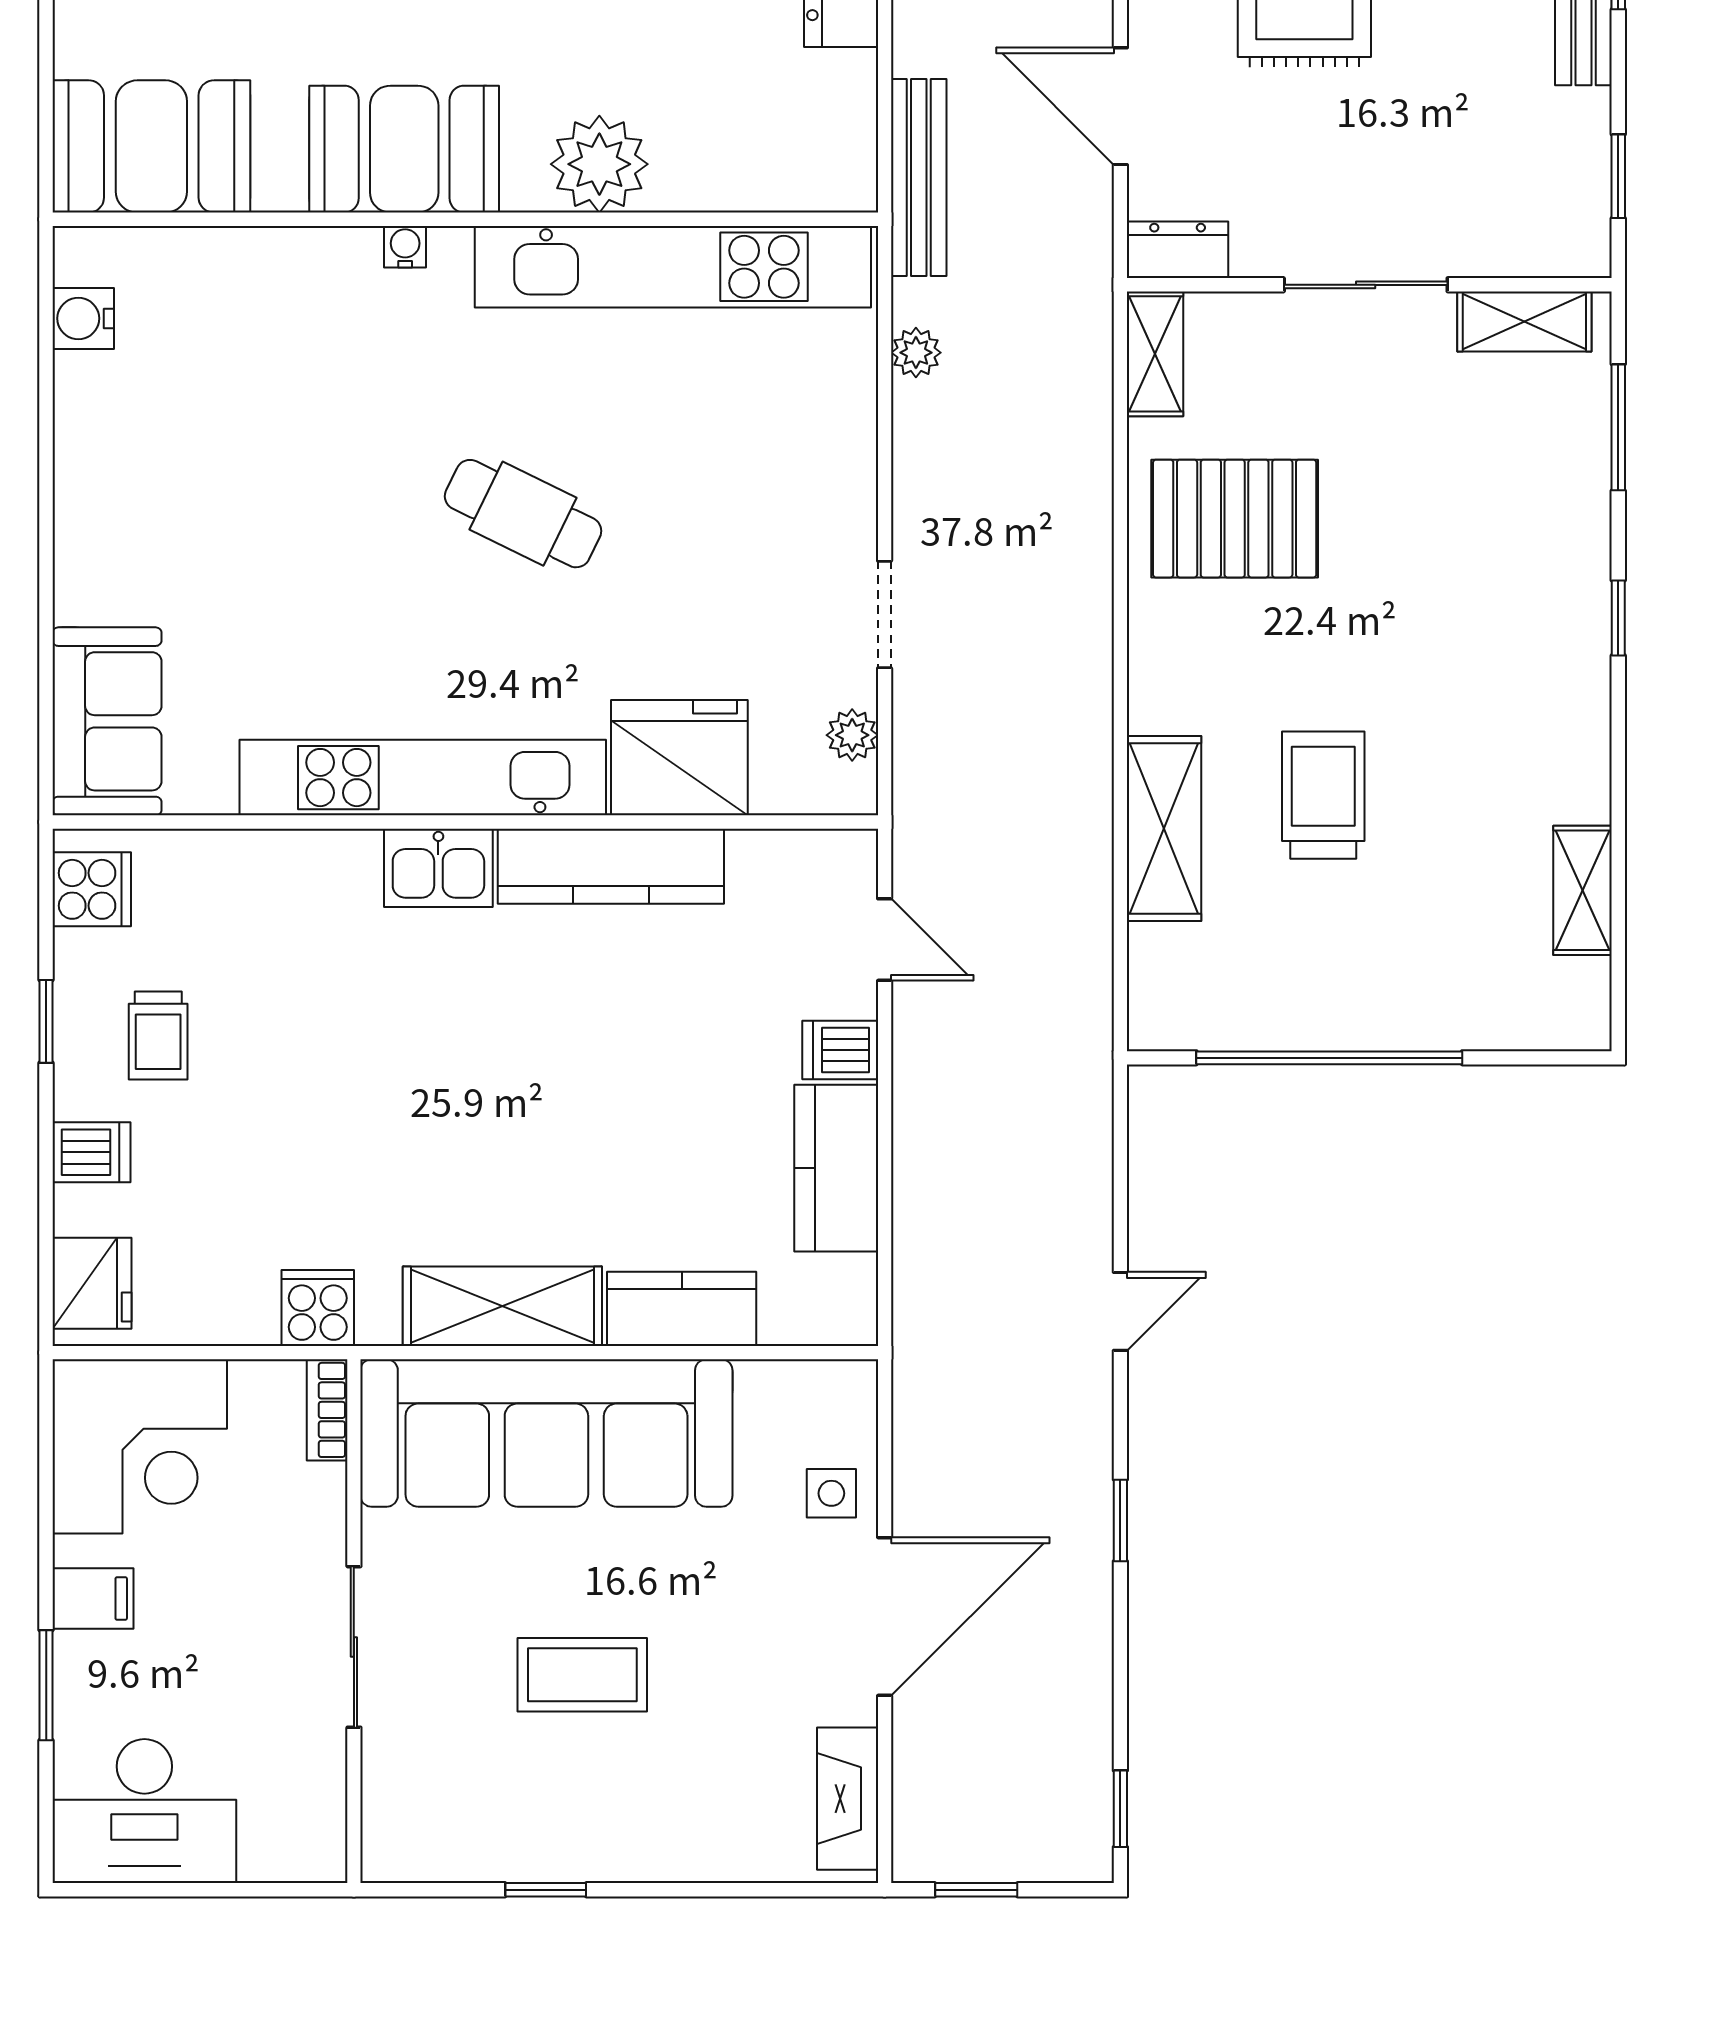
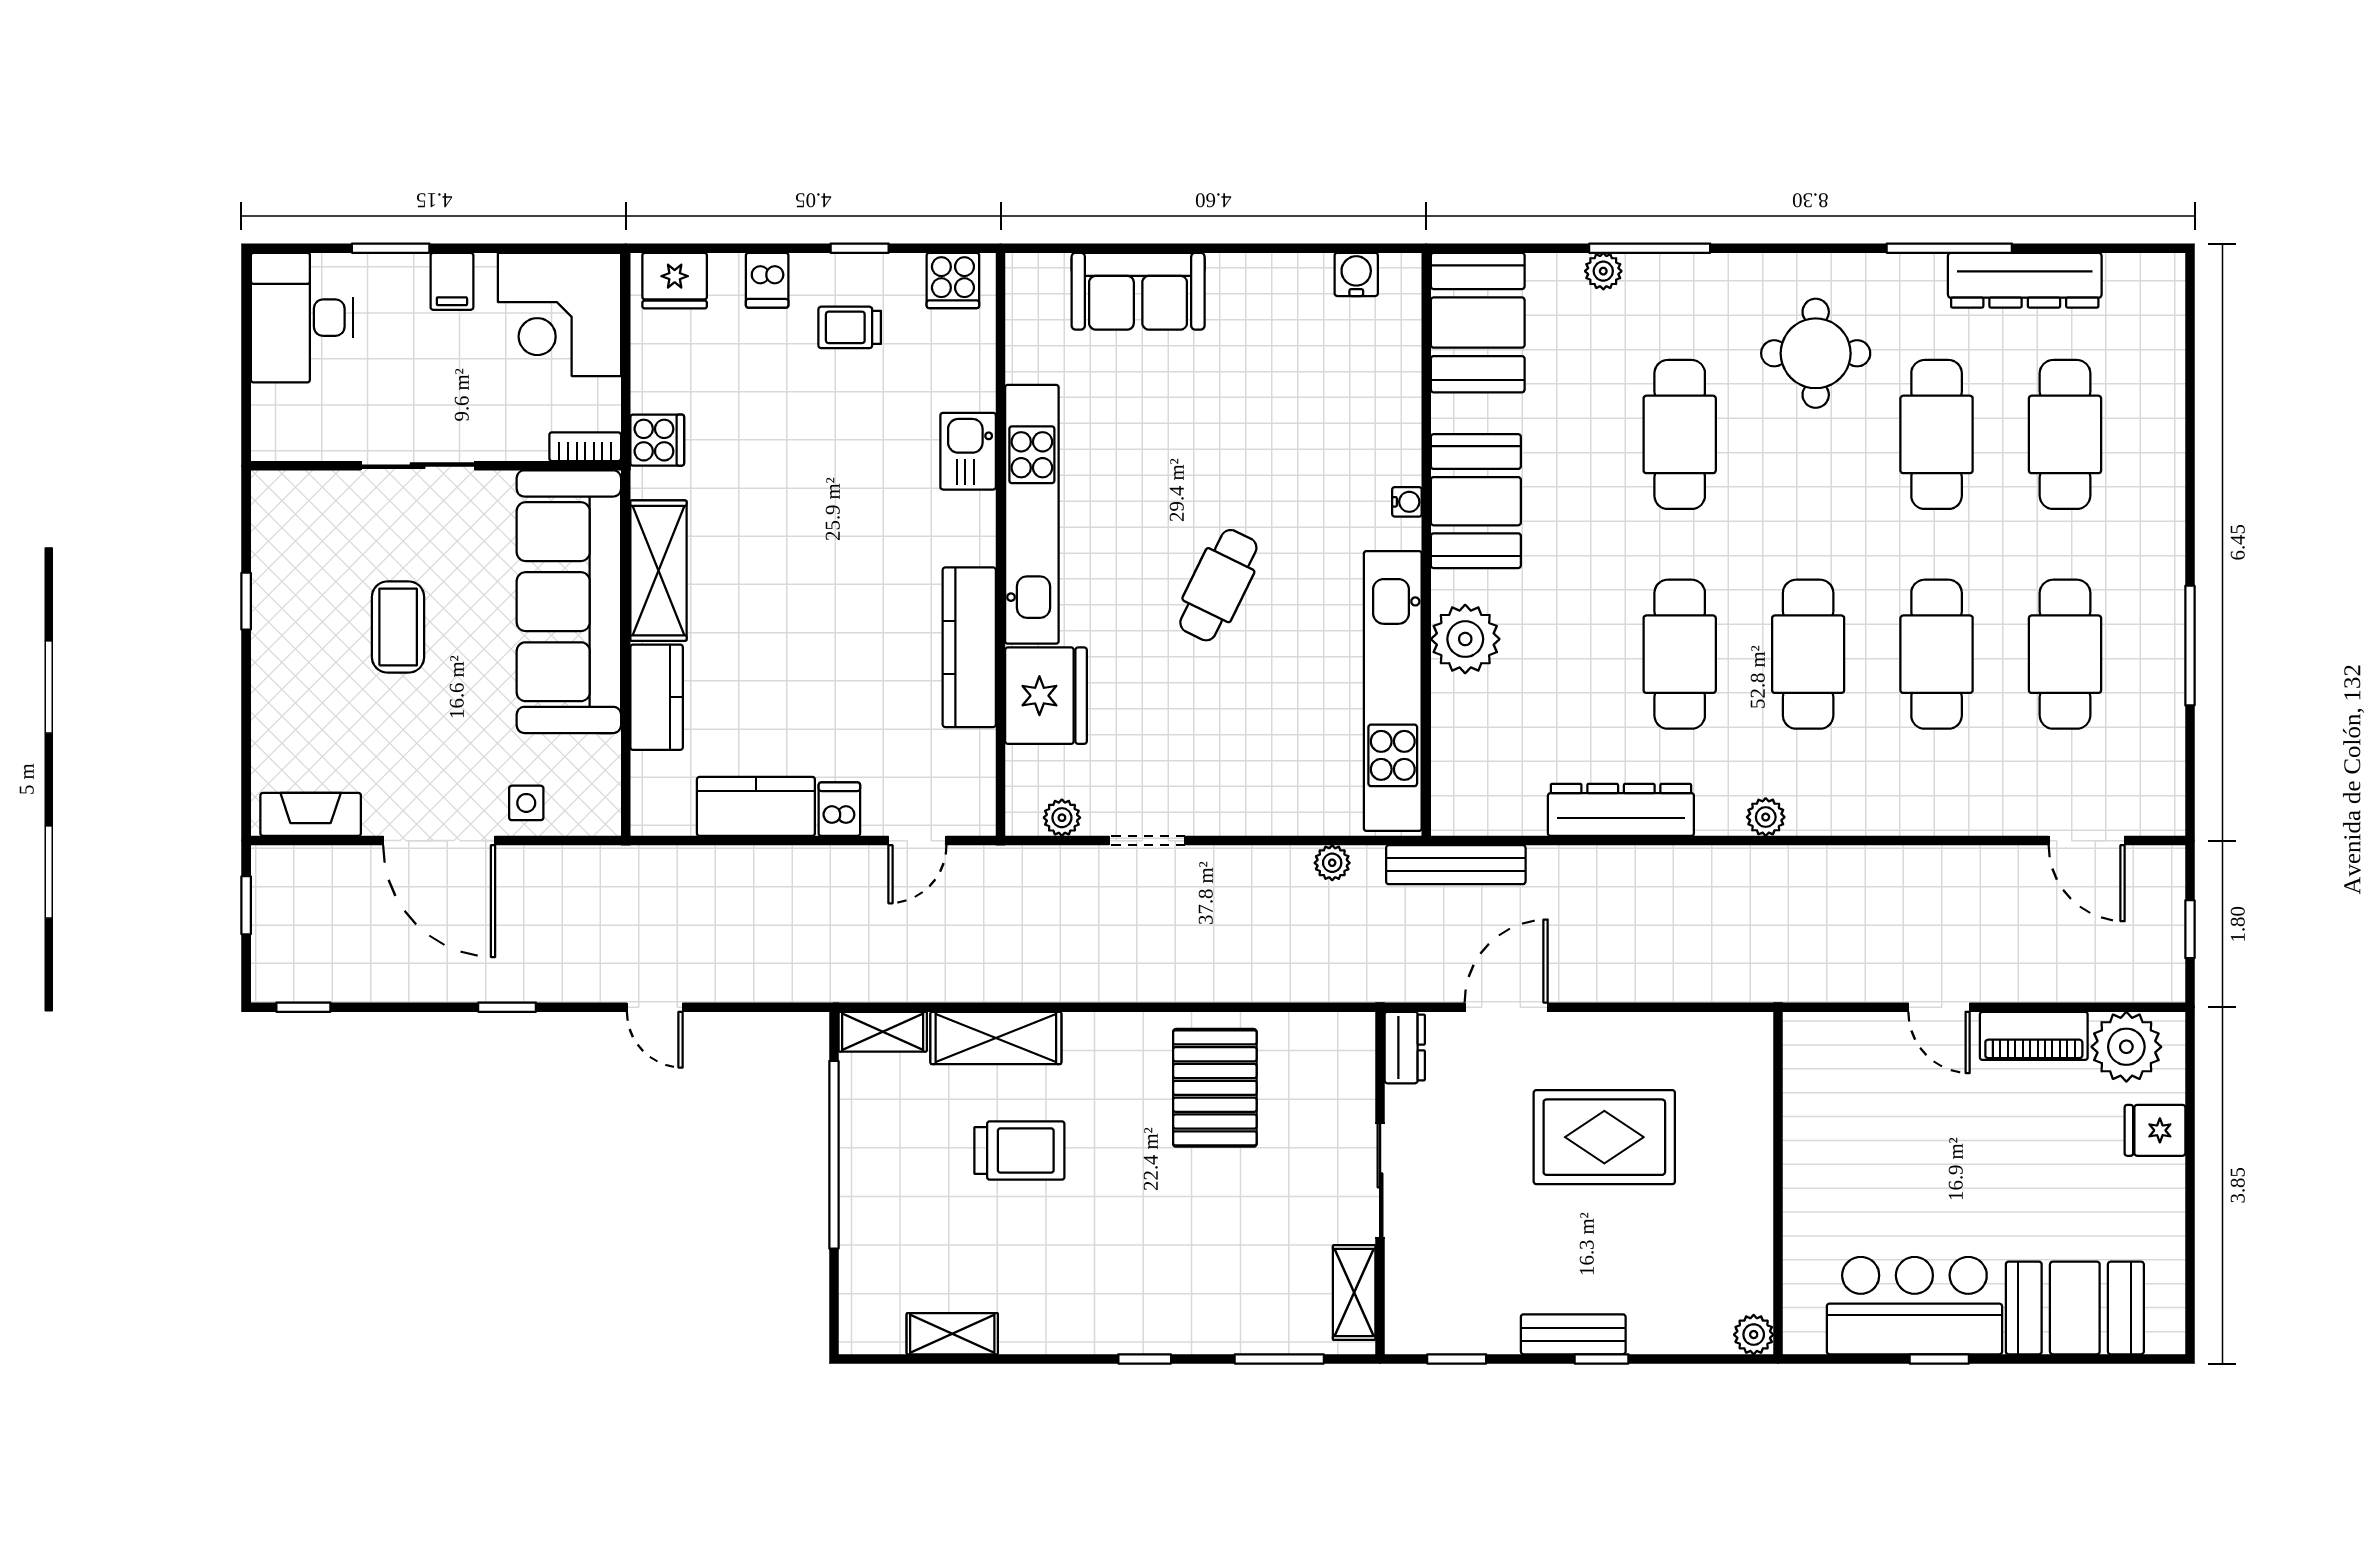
shelving: (1155, 354) -> (883, 1032), moved
sofa: (107, 721) -> (1138, 291), moved
kitchen sink: (438, 868) -> (968, 451), moved

